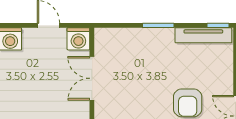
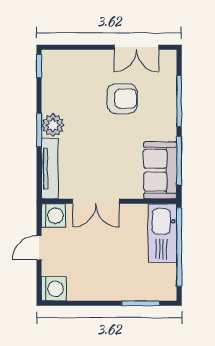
tv unit: (203, 35) -> (50, 169), moved
plant: (163, 38) -> (53, 125), added

